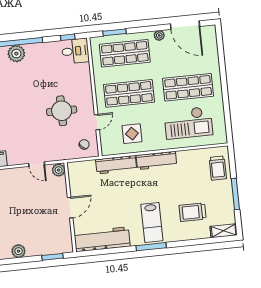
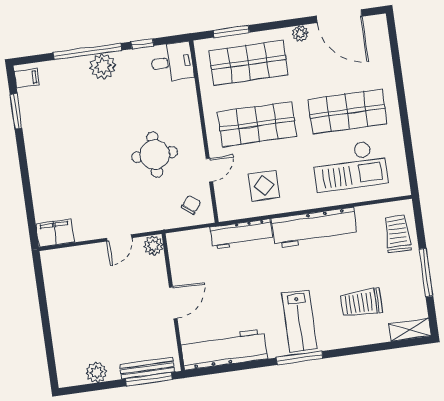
window: (68, 37) -> (142, 44), moved
plant: (16, 54) -> (103, 66), moved
workbench: (156, 160) -> (314, 228), width x1.36, depth x1.32
door: (37, 164) -> (119, 238), hinge flipped
trolley: (218, 168) -> (398, 234), turned 180
bench: (52, 250) -> (147, 368), added
window: (53, 257) -> (149, 379), width x1.44

